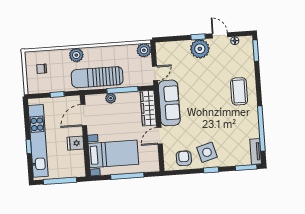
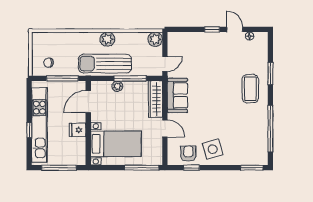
plant: (200, 49) -> (213, 42), removed
window: (256, 51) -> (270, 74), moved
plant: (76, 55) -> (107, 39), moved
chair: (42, 69) -> (49, 63), moved
window: (57, 95) -> (62, 78), width x2.17
sofa: (169, 103) -> (177, 95), width x0.73
door: (159, 136) -> (165, 129), swing flipped
tv unit: (256, 151) -> (263, 152), removed
window: (211, 170) -> (192, 168), moved
window: (127, 176) -> (142, 168), moved

